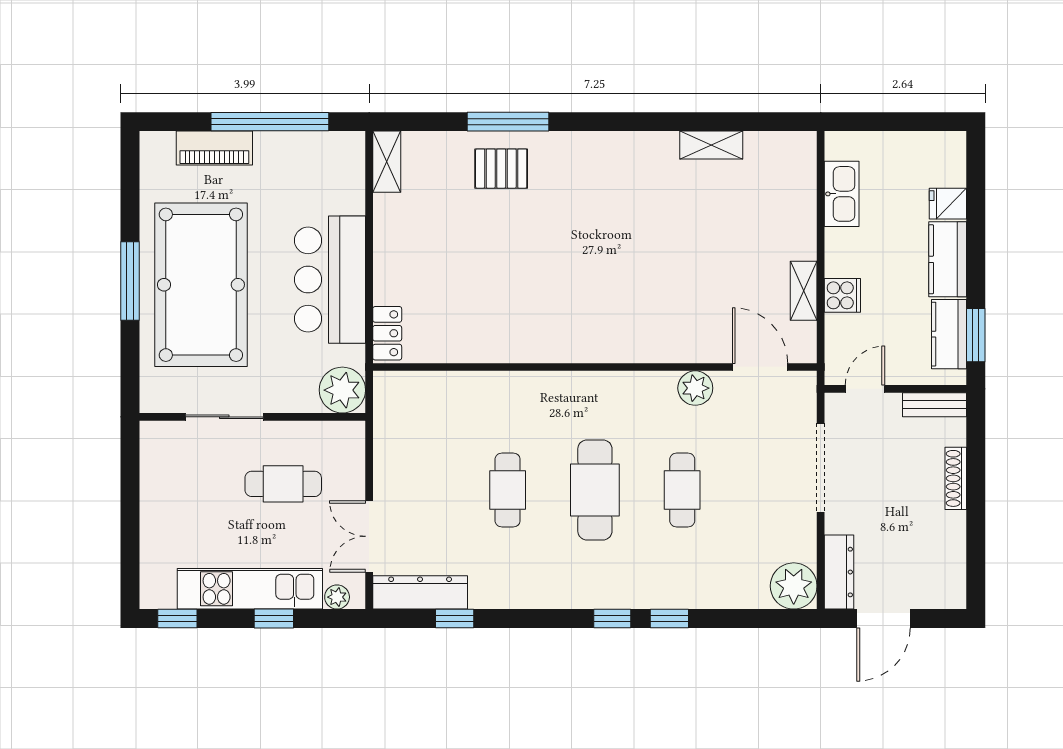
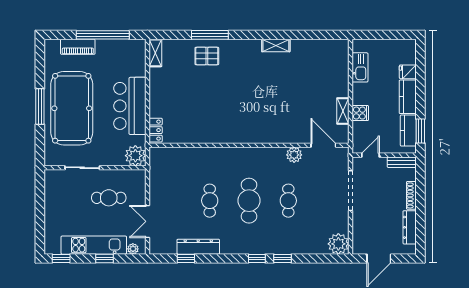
shelving: (711, 145) -> (276, 45), moved
dresser: (839, 572) -> (410, 227), moved, turned 180
dresser: (420, 592) -> (198, 247), moved

